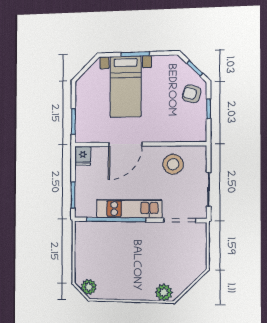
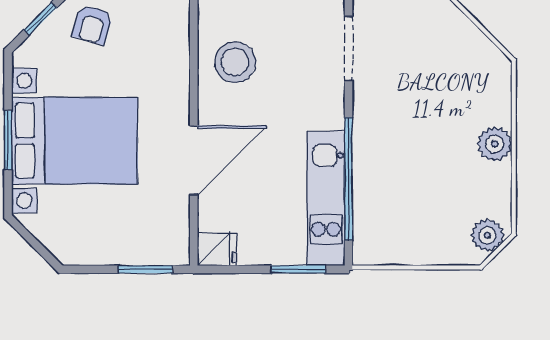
bed with nightstands: (126, 87) -> (75, 141), width x1.36
door: (125, 144) -> (194, 160), hinge flipped
kitchen unit: (129, 209) -> (326, 198), moved
plant: (164, 292) -> (495, 144), moved

